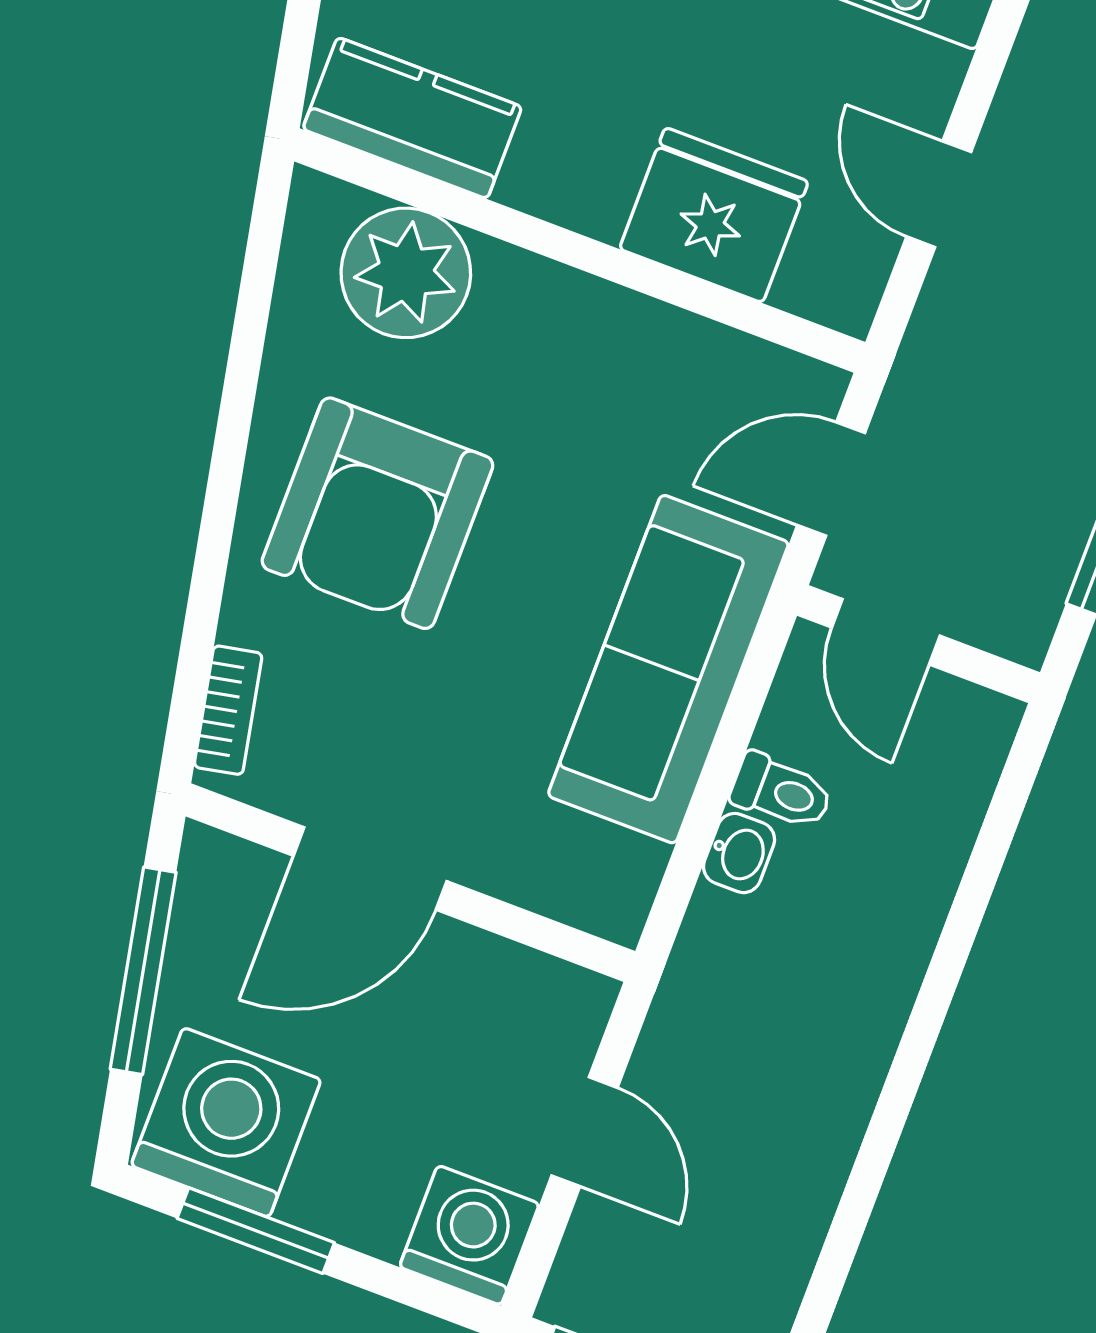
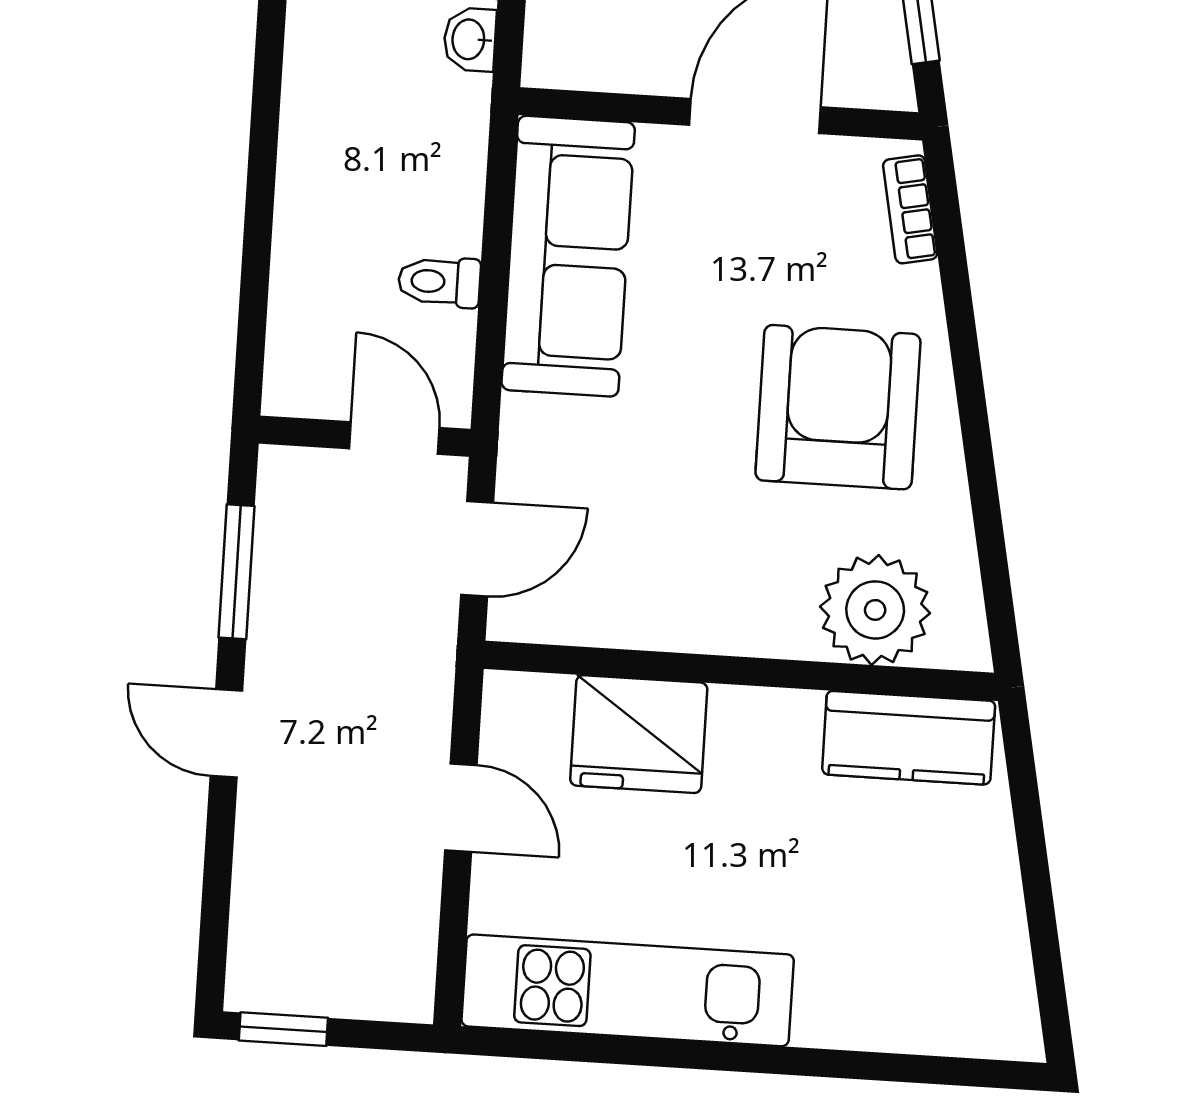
sofa: (668, 669) -> (568, 256), moved
washbasin: (739, 853) -> (470, 39), moved

